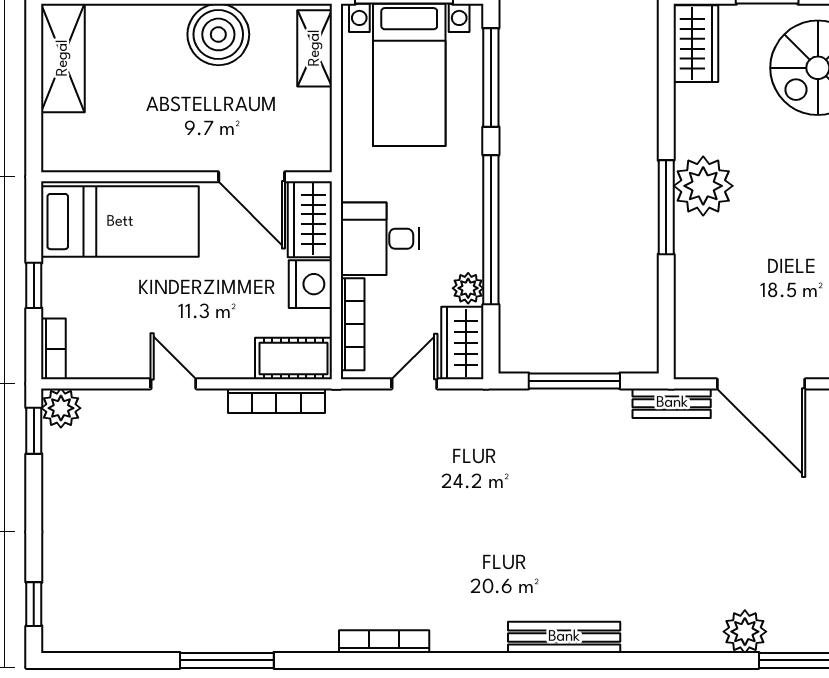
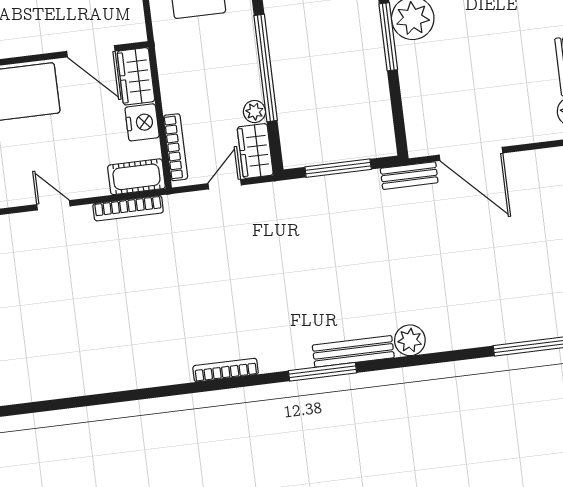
desk: (380, 239) -> (188, 84), removed
plant: (745, 632) -> (410, 340), moved
window: (227, 660) -> (323, 372), moved

